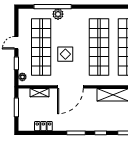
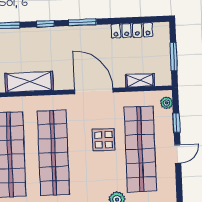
door: (70, 87) -> (94, 91), hinge flipped
locker: (43, 126) -> (132, 30), width x1.53

